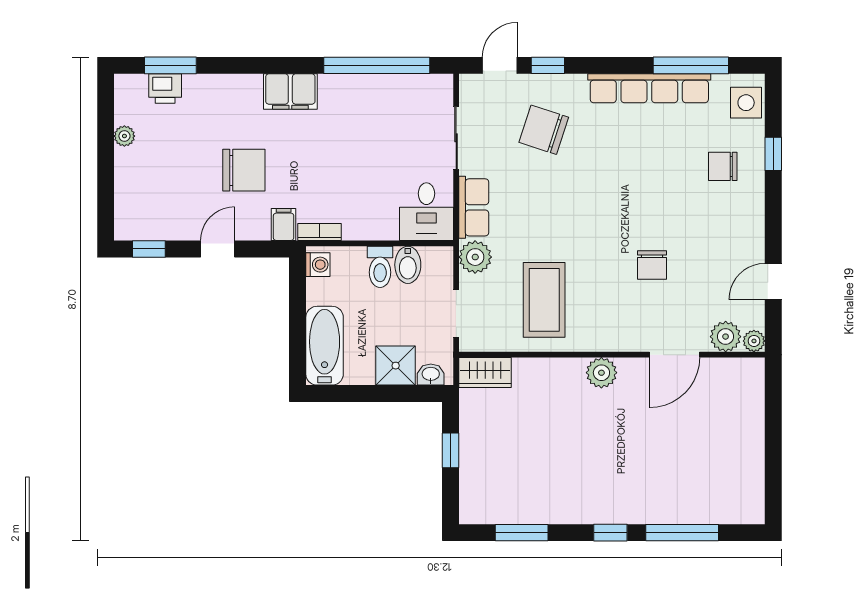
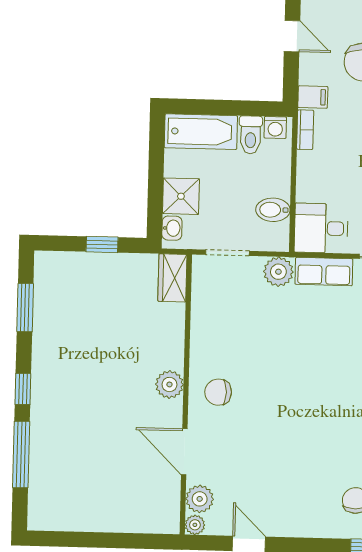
chair: (652, 265) -> (218, 392), moved
toilet: (380, 267) -> (251, 135), moved, turned -90
coffee table: (544, 300) -> (237, 334), removed

